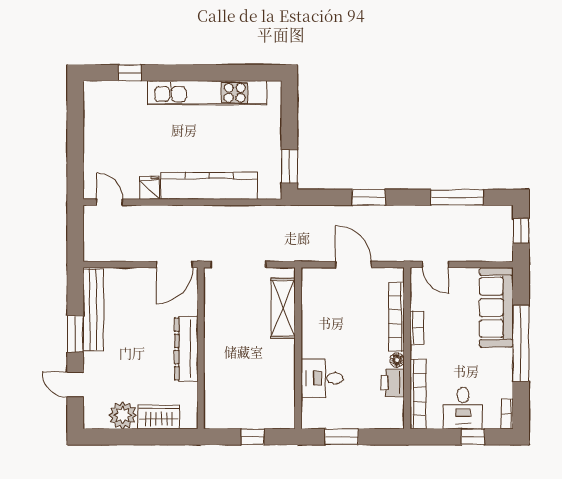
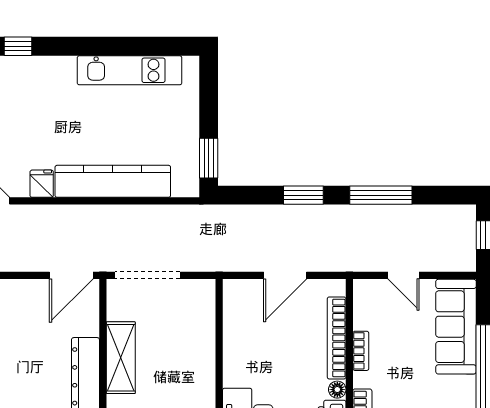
kitchen unit: (207, 93) -> (130, 70), width x0.73
window: (457, 197) -> (381, 195), moved
door: (353, 265) -> (285, 275), swing flipped
door: (435, 265) -> (403, 275), moved
shelving: (283, 308) -> (121, 358), moved

